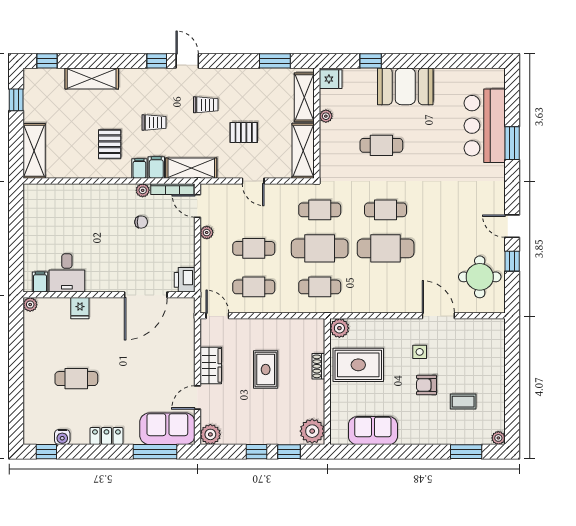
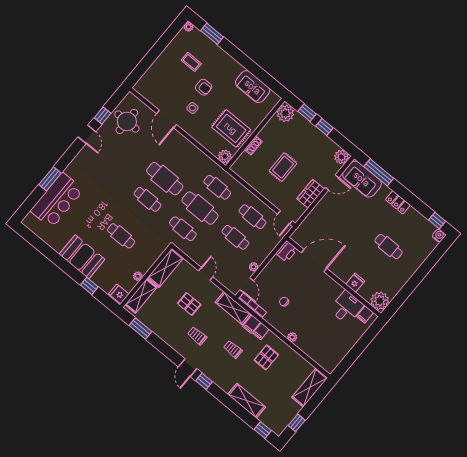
plant: (143, 190) -> (292, 337), moved
plant: (30, 305) -> (380, 301), width x1.88, depth x1.88
water cooler: (62, 437) -> (439, 236), moved

